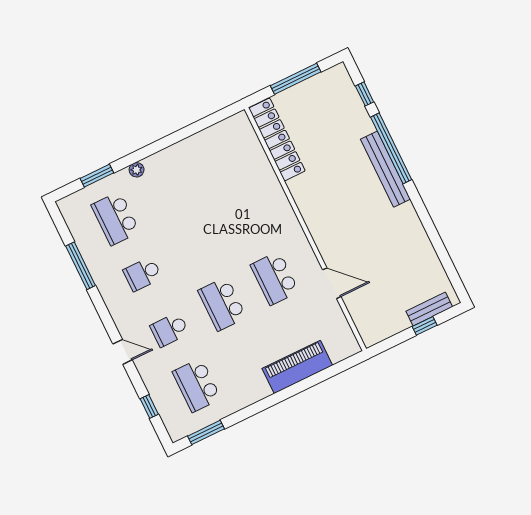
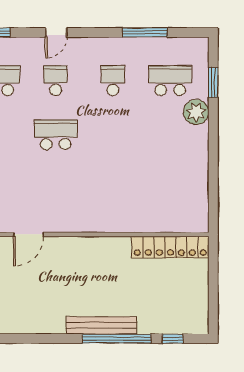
window: (296, 79) -> (213, 287), removed
plant: (137, 170) -> (196, 112), width x1.87, depth x1.87
school desk: (275, 278) -> (56, 189), removed

